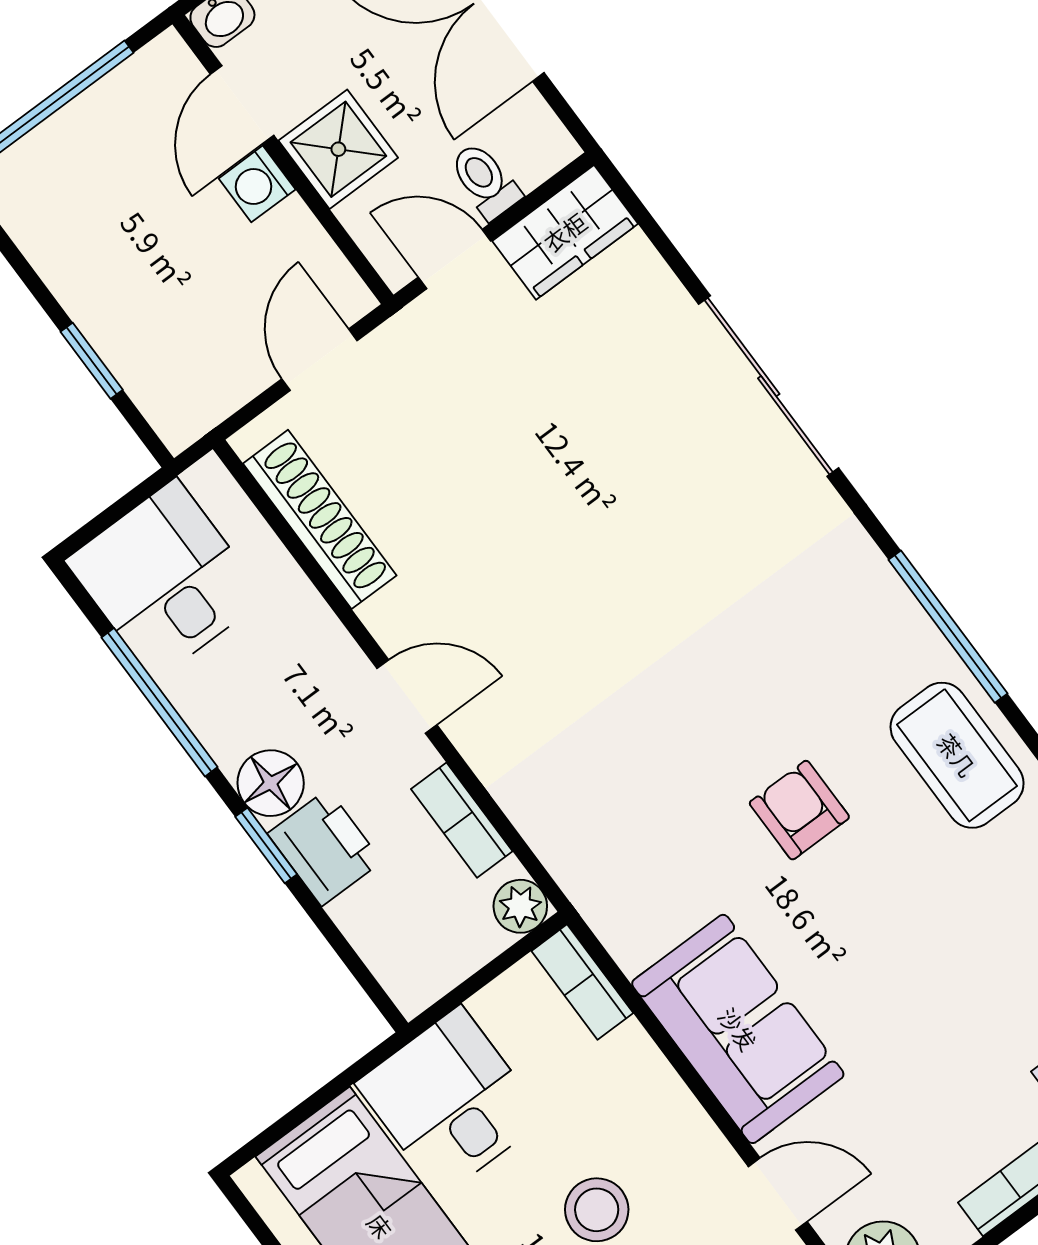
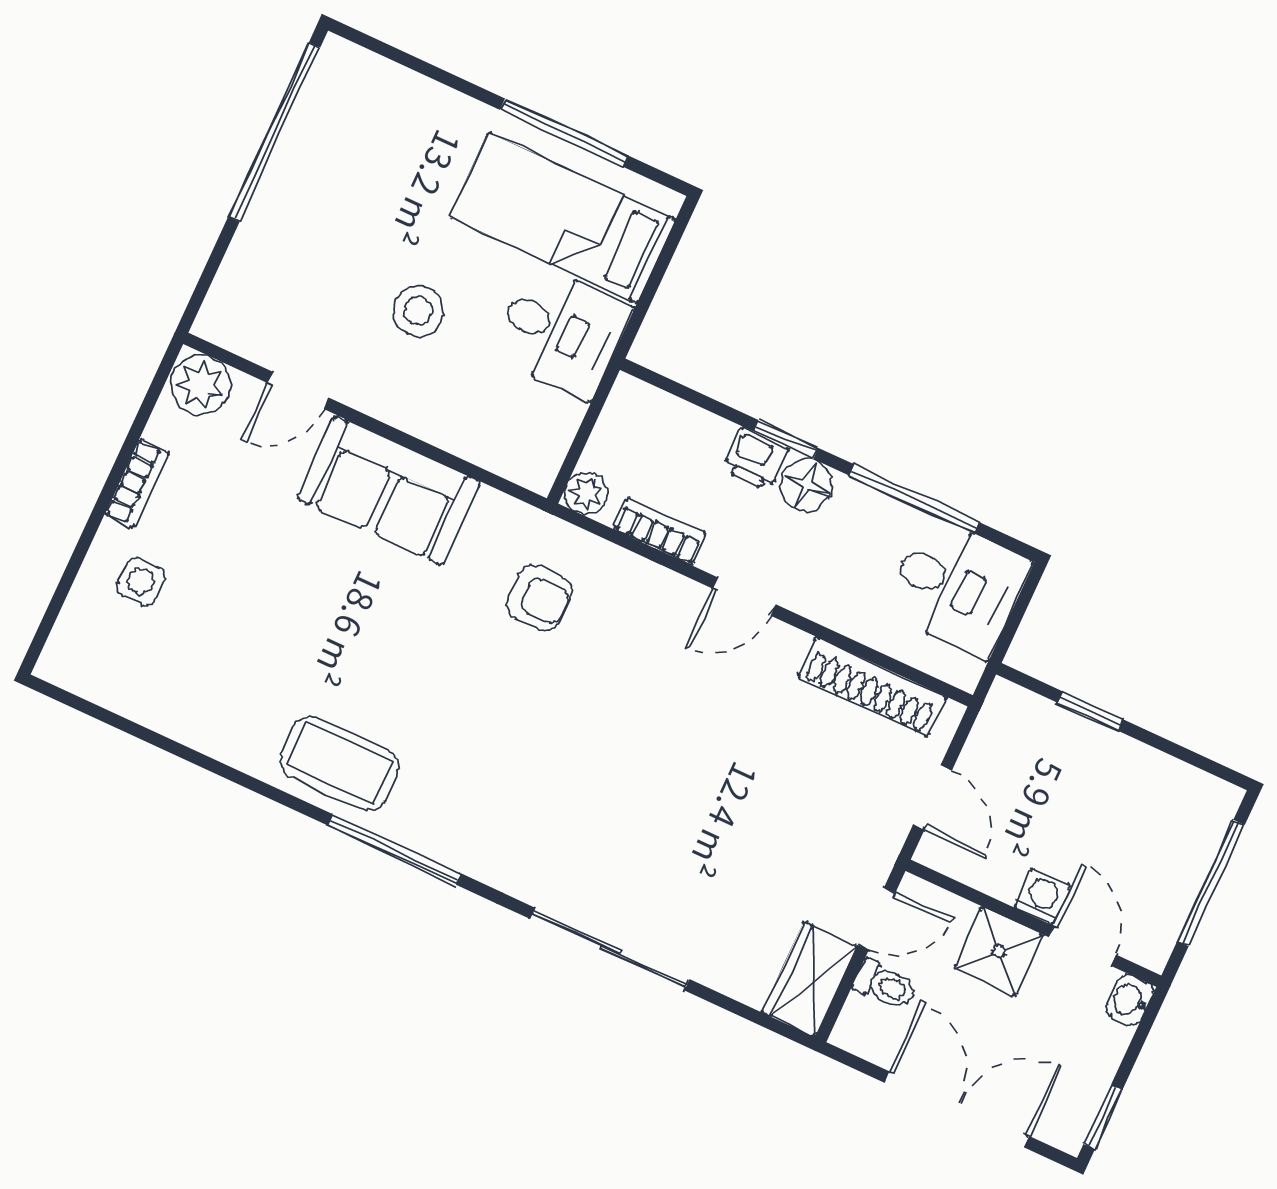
armchair: (799, 810) -> (539, 598), moved
printer: (325, 848) -> (756, 459), width x0.73, depth x0.81
bookcase: (582, 982) -> (514, 464), removed

